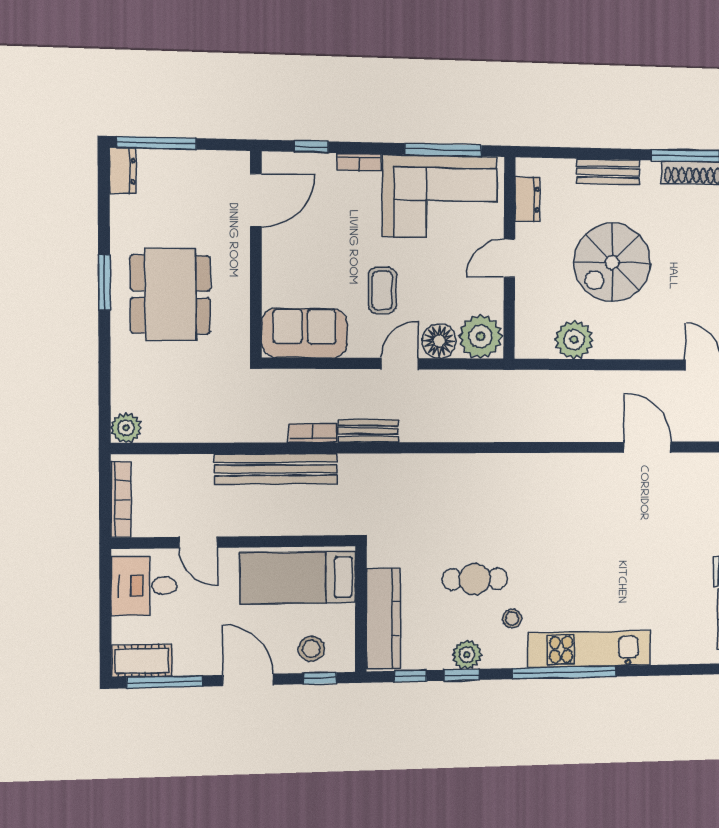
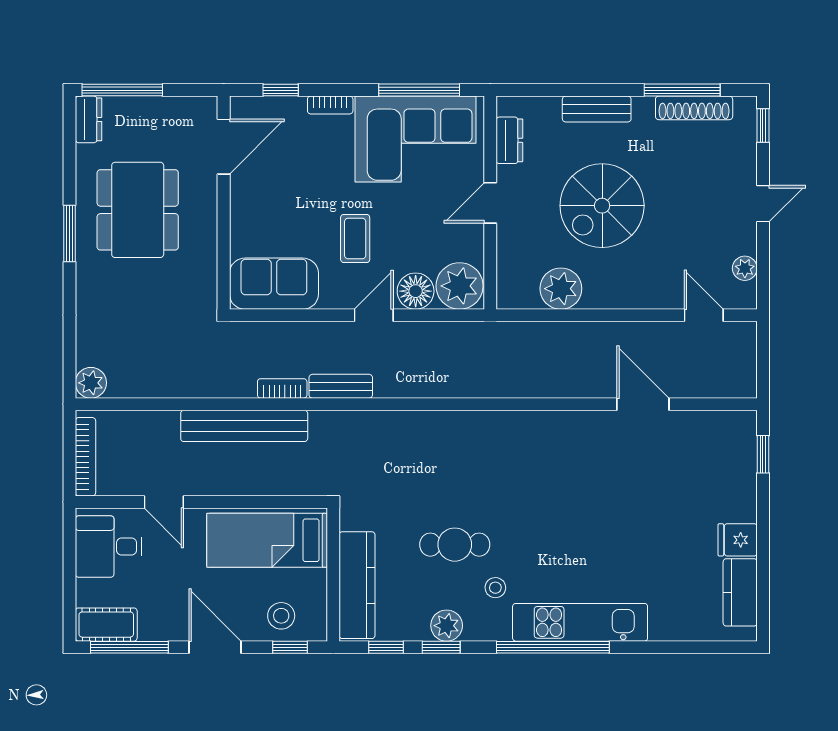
dining table: (170, 294) -> (138, 210), moved

